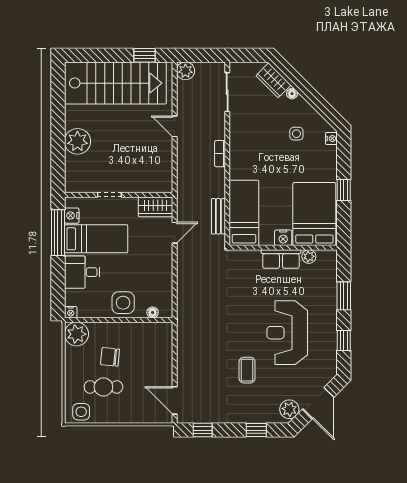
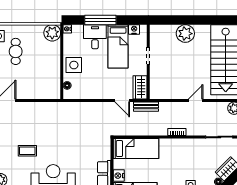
bench: (218, 216) -> (146, 107), moved
window: (58, 233) -> (100, 20), moved
chair: (110, 357) -> (36, 56), removed

